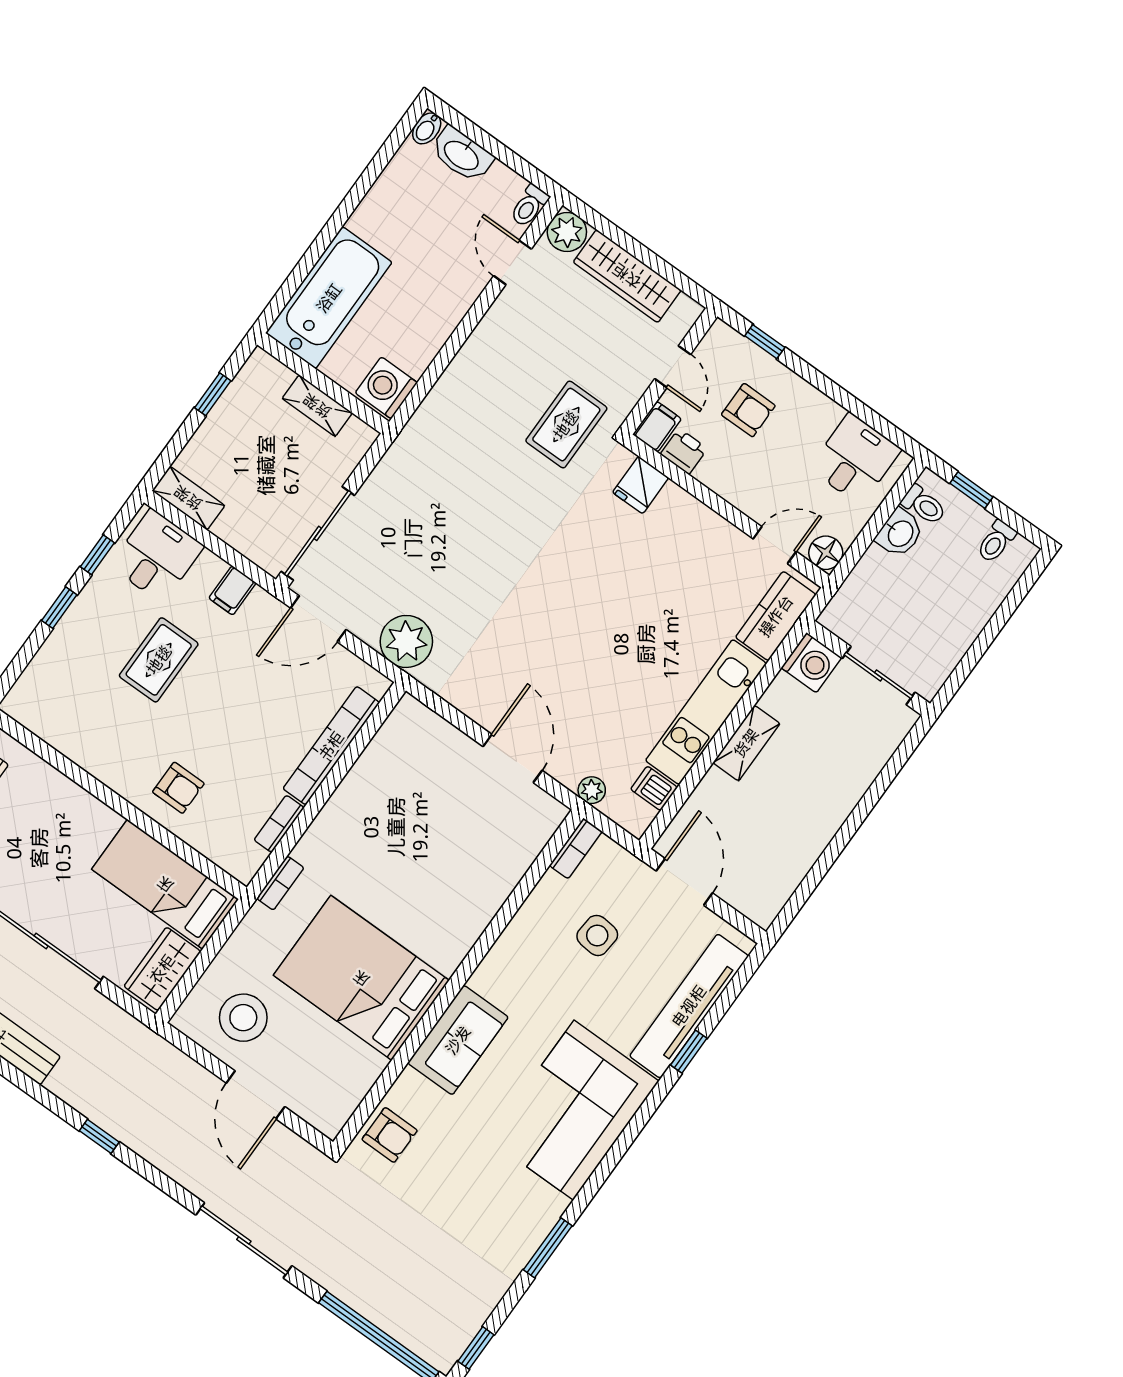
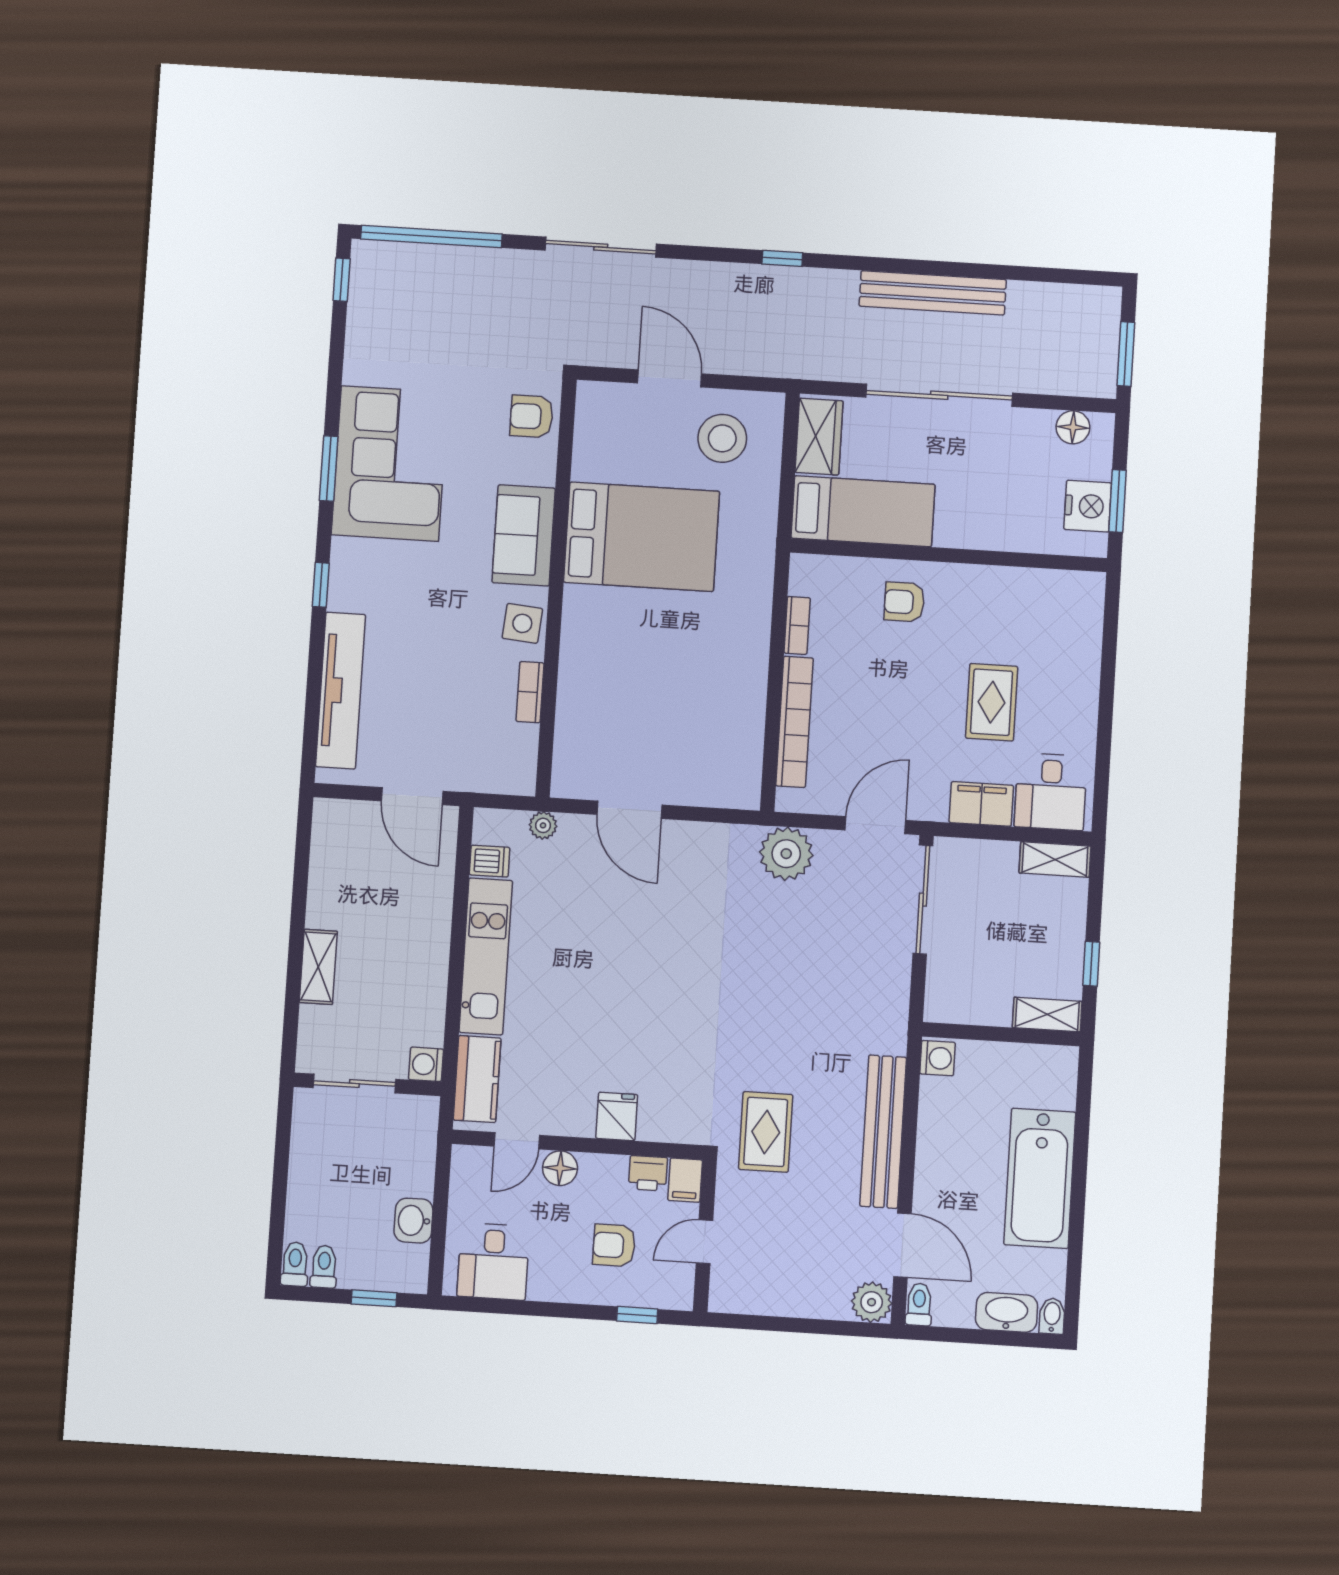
door: (512, 262) -> (902, 1245), width x1.38
wardrobe: (627, 276) -> (794, 1297), removed
bathtub: (329, 298) -> (1040, 1178), moved
bench: (470, 364) -> (883, 1132), added
door: (673, 367) -> (704, 1242), hinge flipped
washing machine: (386, 388) -> (938, 1058), width x0.73, depth x0.73
shelving: (317, 406) -> (1047, 1015), moved
fridge: (641, 485) -> (617, 1116), moved
toilet: (924, 505) -> (295, 1264), moved, turned 90
floor lamp: (826, 553) -> (560, 1168), moved
window: (97, 555) -> (1103, 760), removed
filing cabinet: (232, 590) -> (981, 804), width x2.00
window: (59, 608) -> (1107, 693), removed
washing machine: (811, 663) -> (426, 1064), width x0.73, depth x0.73
shelving: (746, 743) -> (318, 967), moved
bookcase: (576, 849) -> (530, 692), moved
bookcase: (280, 883) -> (764, 575), removed
side table: (597, 935) -> (522, 623), moved
window: (689, 1052) -> (321, 585), moved
corner sofa: (574, 1110) -> (390, 463), moved
window: (548, 1248) -> (329, 468), moved

